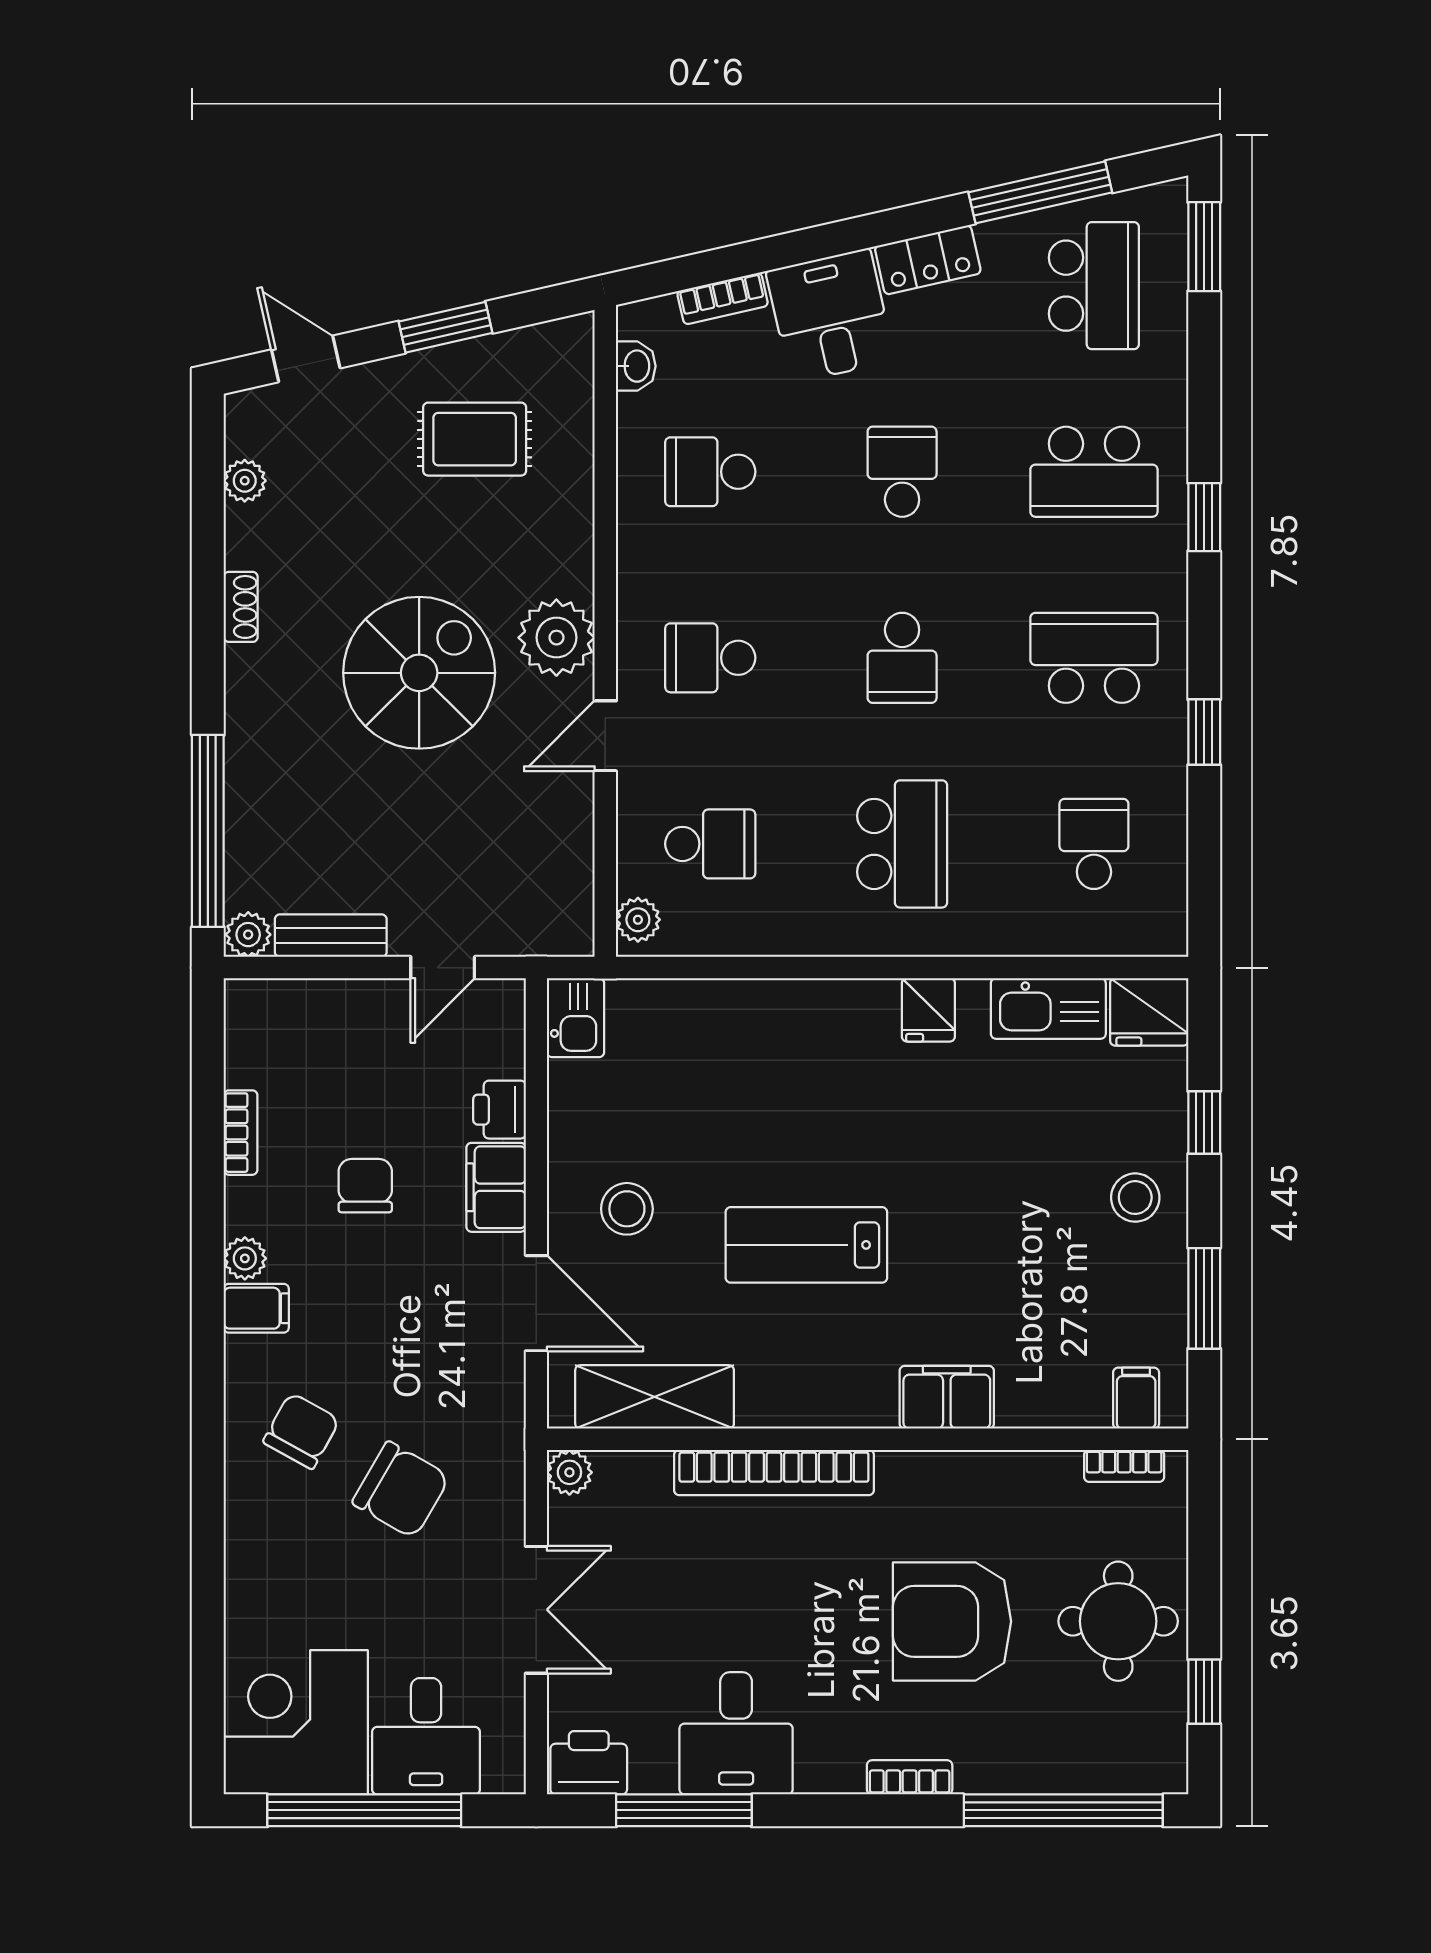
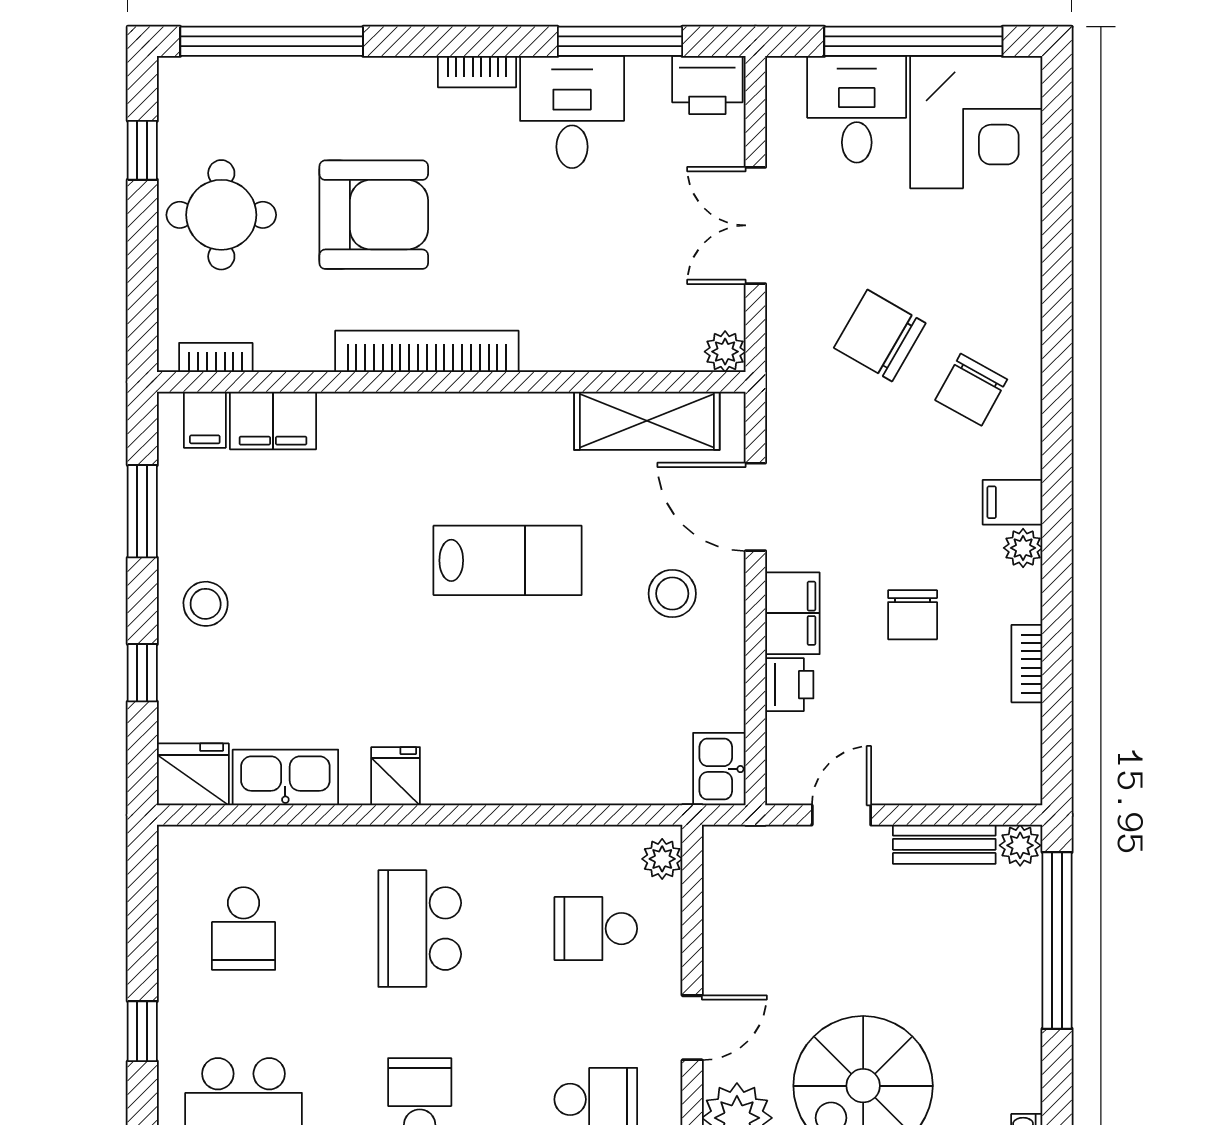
filing cabinet: (947, 1397) -> (273, 420), moved
bookcase: (774, 1473) -> (427, 351), moved
bookcase: (910, 1777) -> (477, 72), moved

